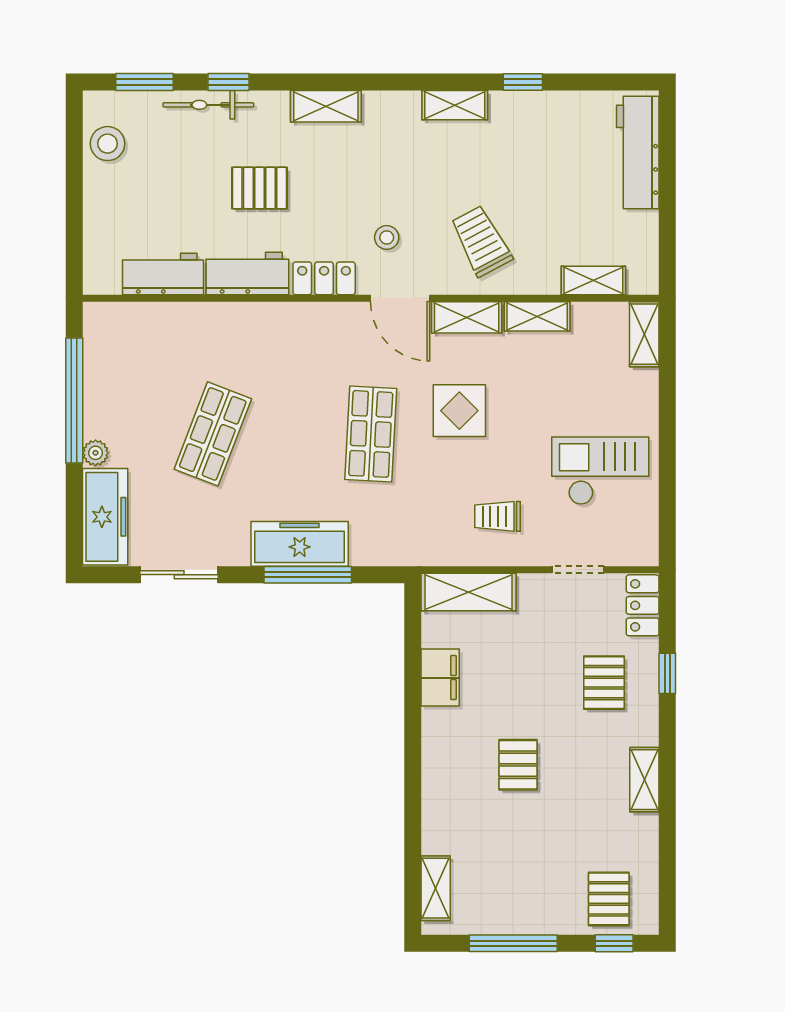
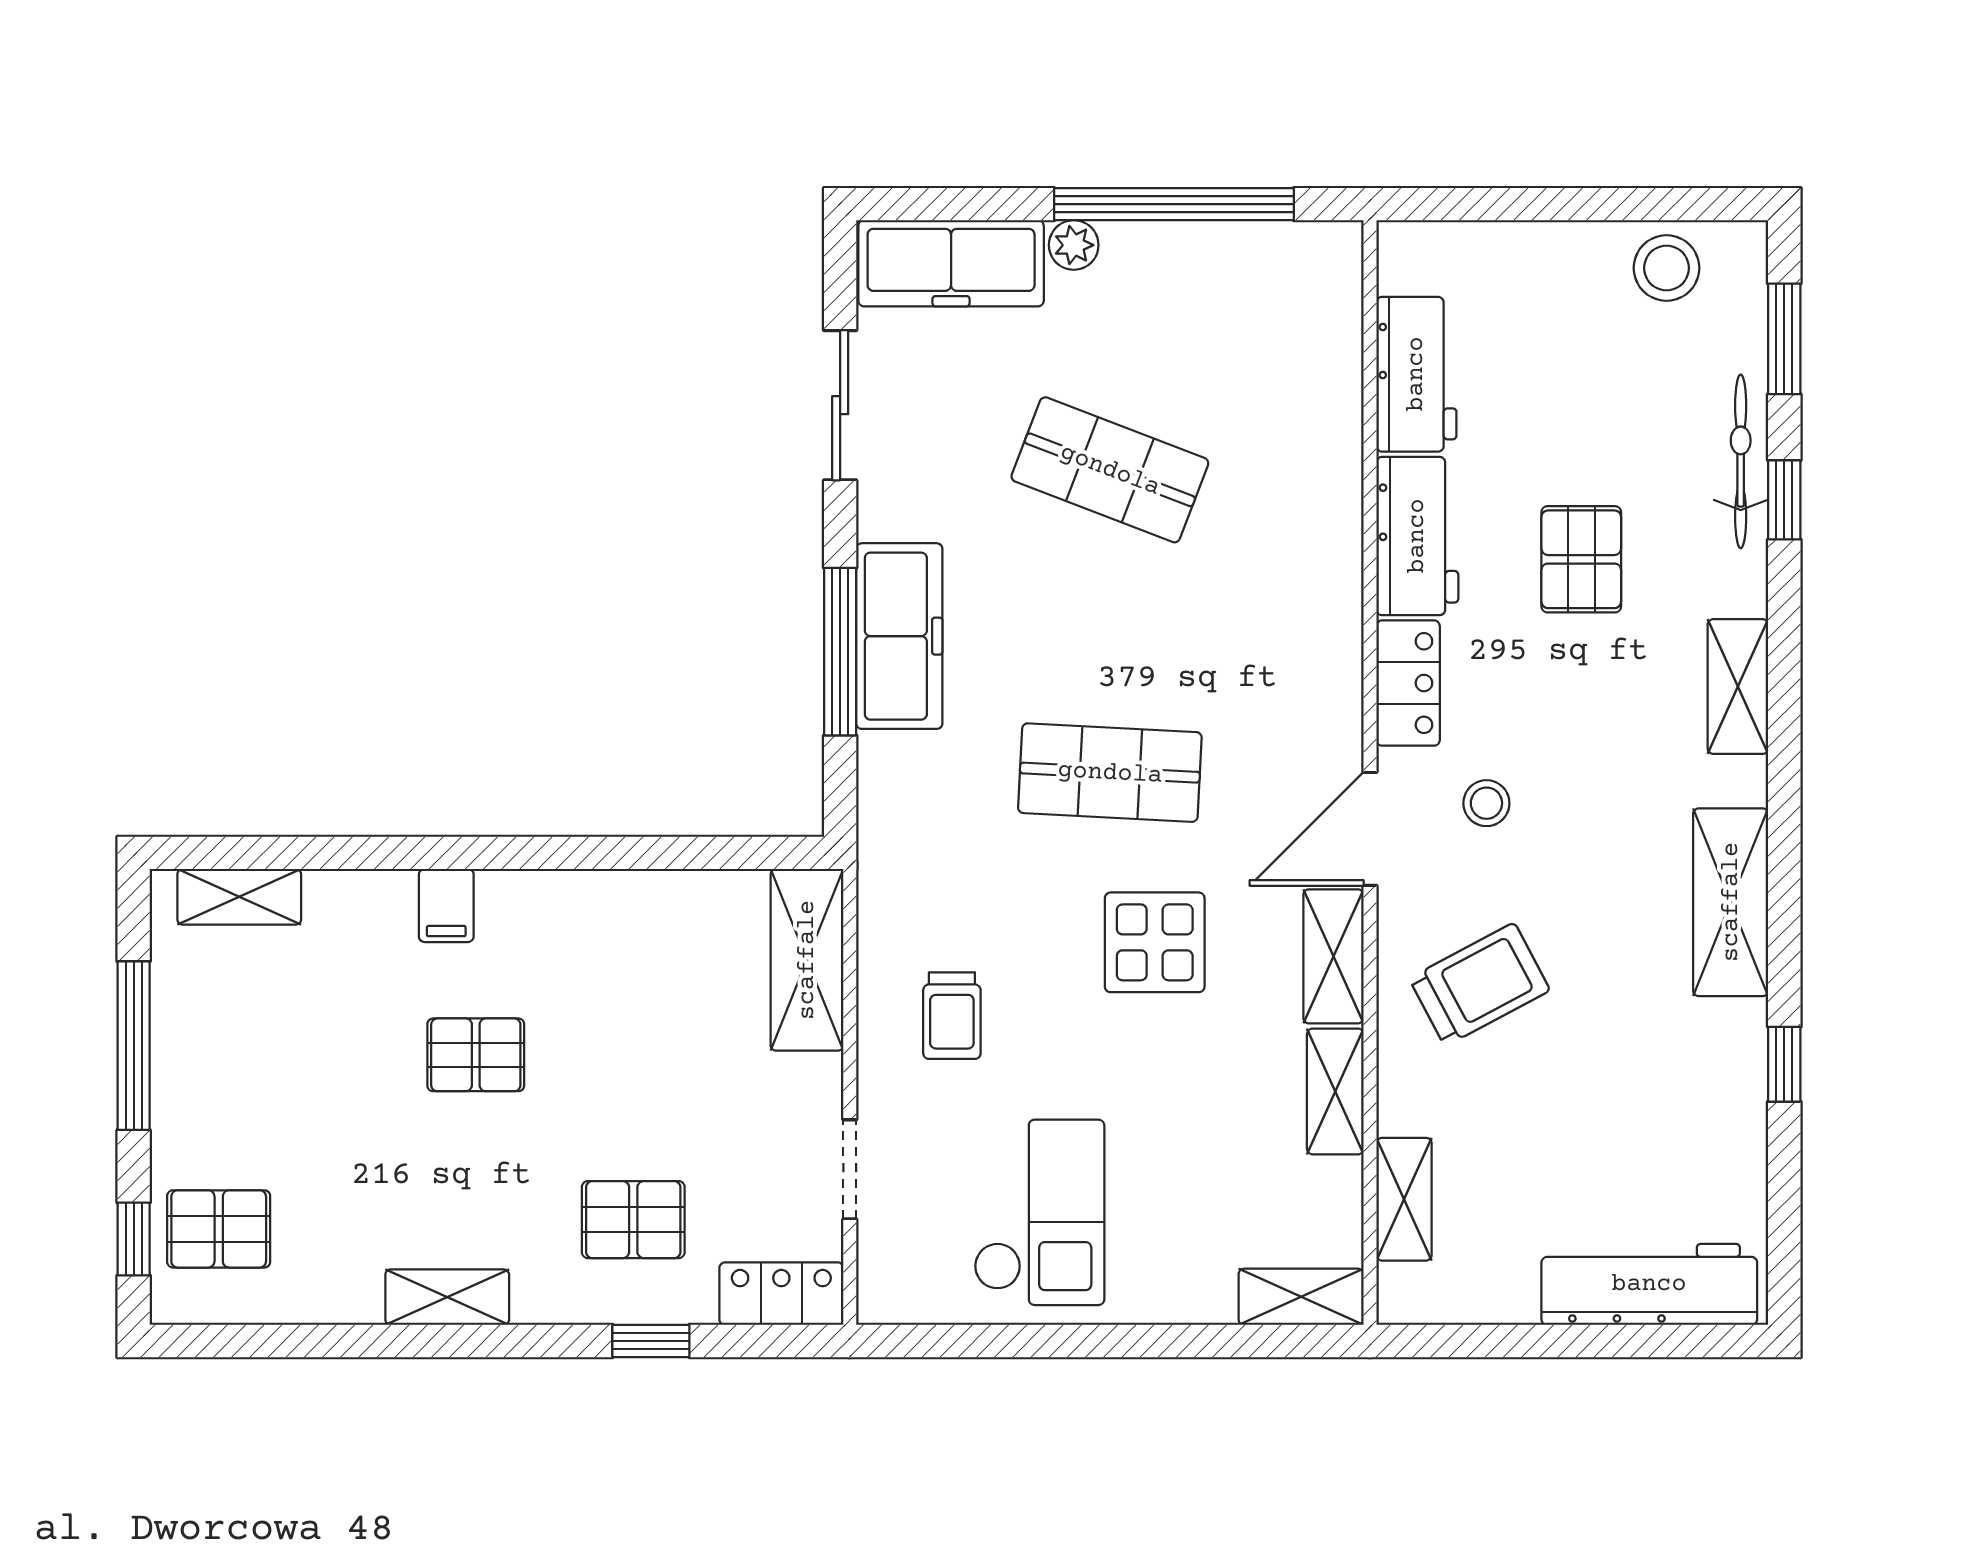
shelving: (455, 105) -> (1731, 902), width x1.50, depth x1.33
trolley: (498, 516) -> (952, 1016), turned 180
filing cabinet: (440, 678) -> (446, 906), moved, width x0.50

